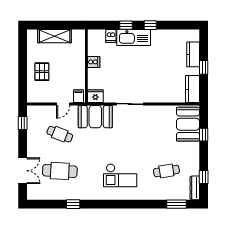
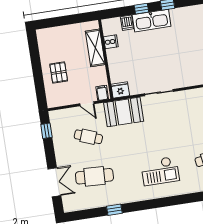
shelving: (55, 36) -> (95, 48), moved, turned 90
cooker: (94, 62) -> (111, 42), moved
door: (63, 104) -> (87, 104), hinge flipped

